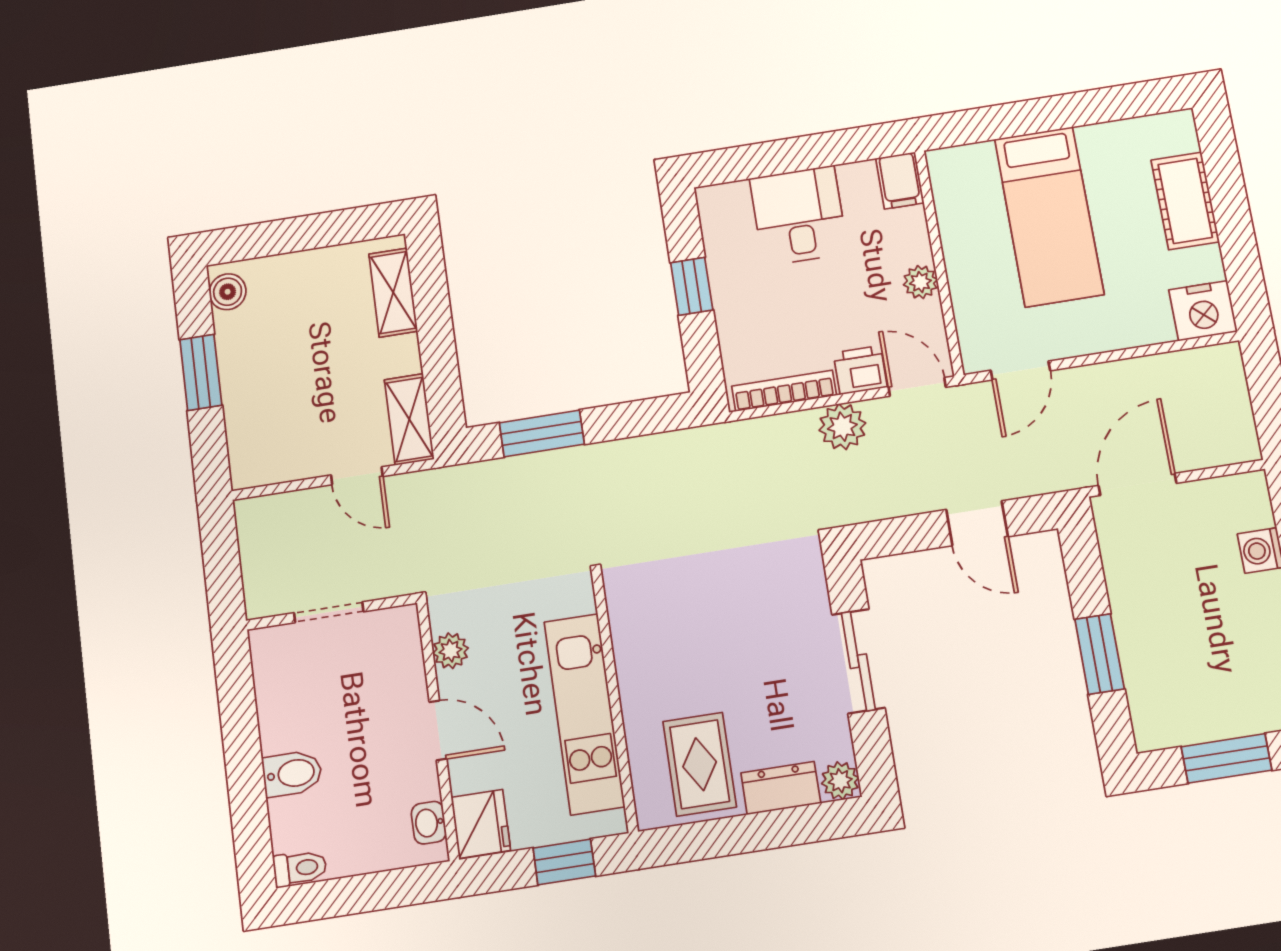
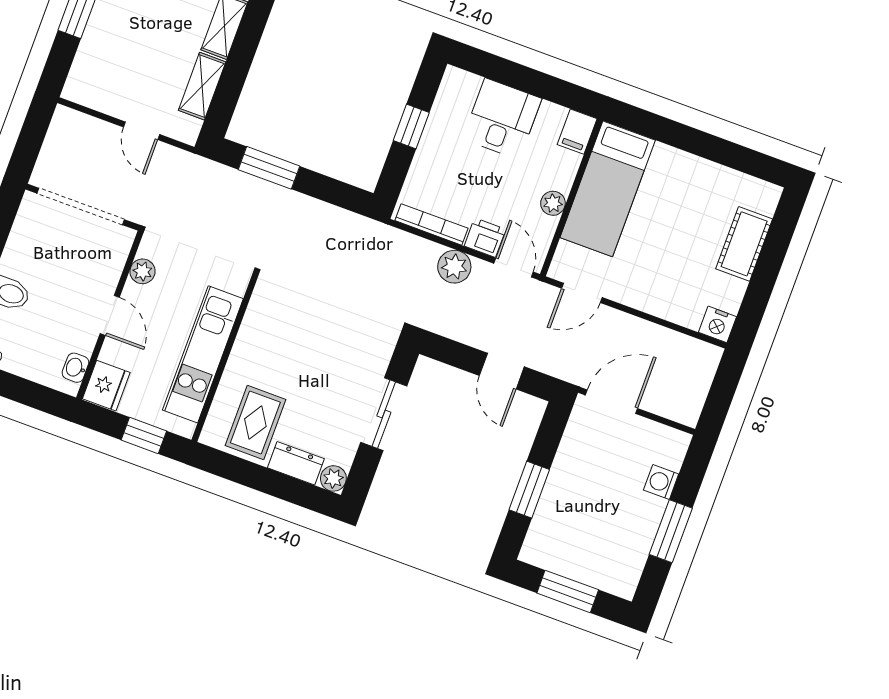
bed: (1049, 216) -> (608, 189), moved
nightstand: (1203, 311) -> (717, 324), width x0.74, depth x0.75
shelving: (409, 419) -> (202, 86), moved
doorway: (329, 612) -> (81, 206), width x1.88

